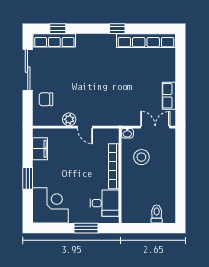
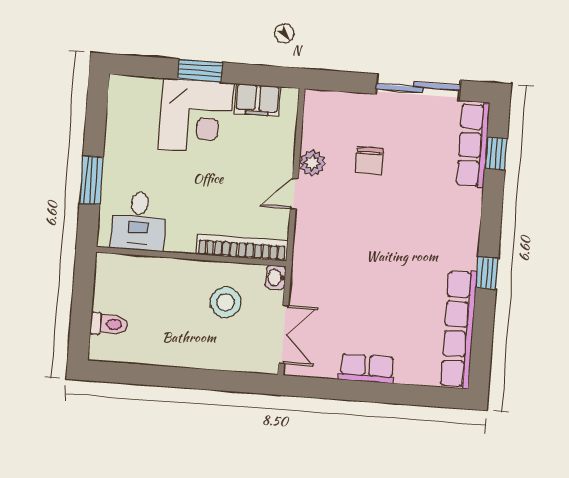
row of seats: (169, 96) -> (367, 368), moved
chair: (46, 99) -> (369, 161), moved, turned 180
bookcase: (114, 166) -> (242, 248), moved
corner desk: (50, 205) -> (196, 116), moved

